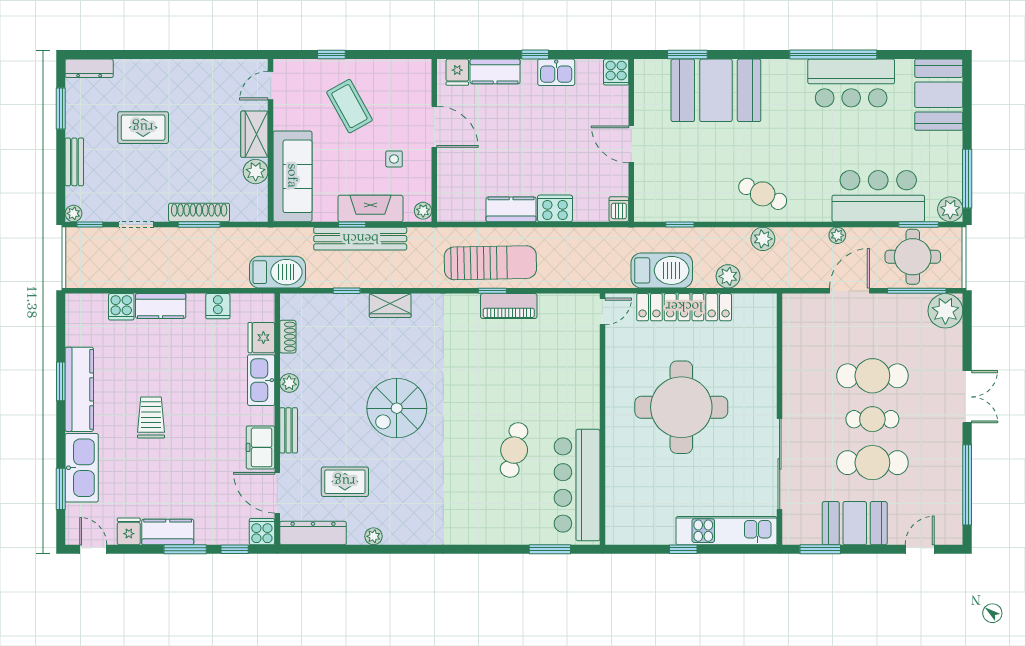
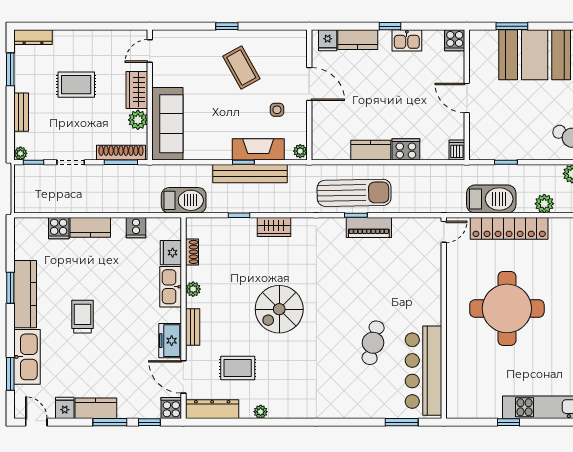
door: (271, 86) -> (150, 51), moved
wardrobe: (254, 134) -> (137, 90), moved
wall: (271, 140) -> (150, 95), moved
plant: (256, 172) -> (138, 120), moved
sofa: (293, 176) -> (167, 124), moved

